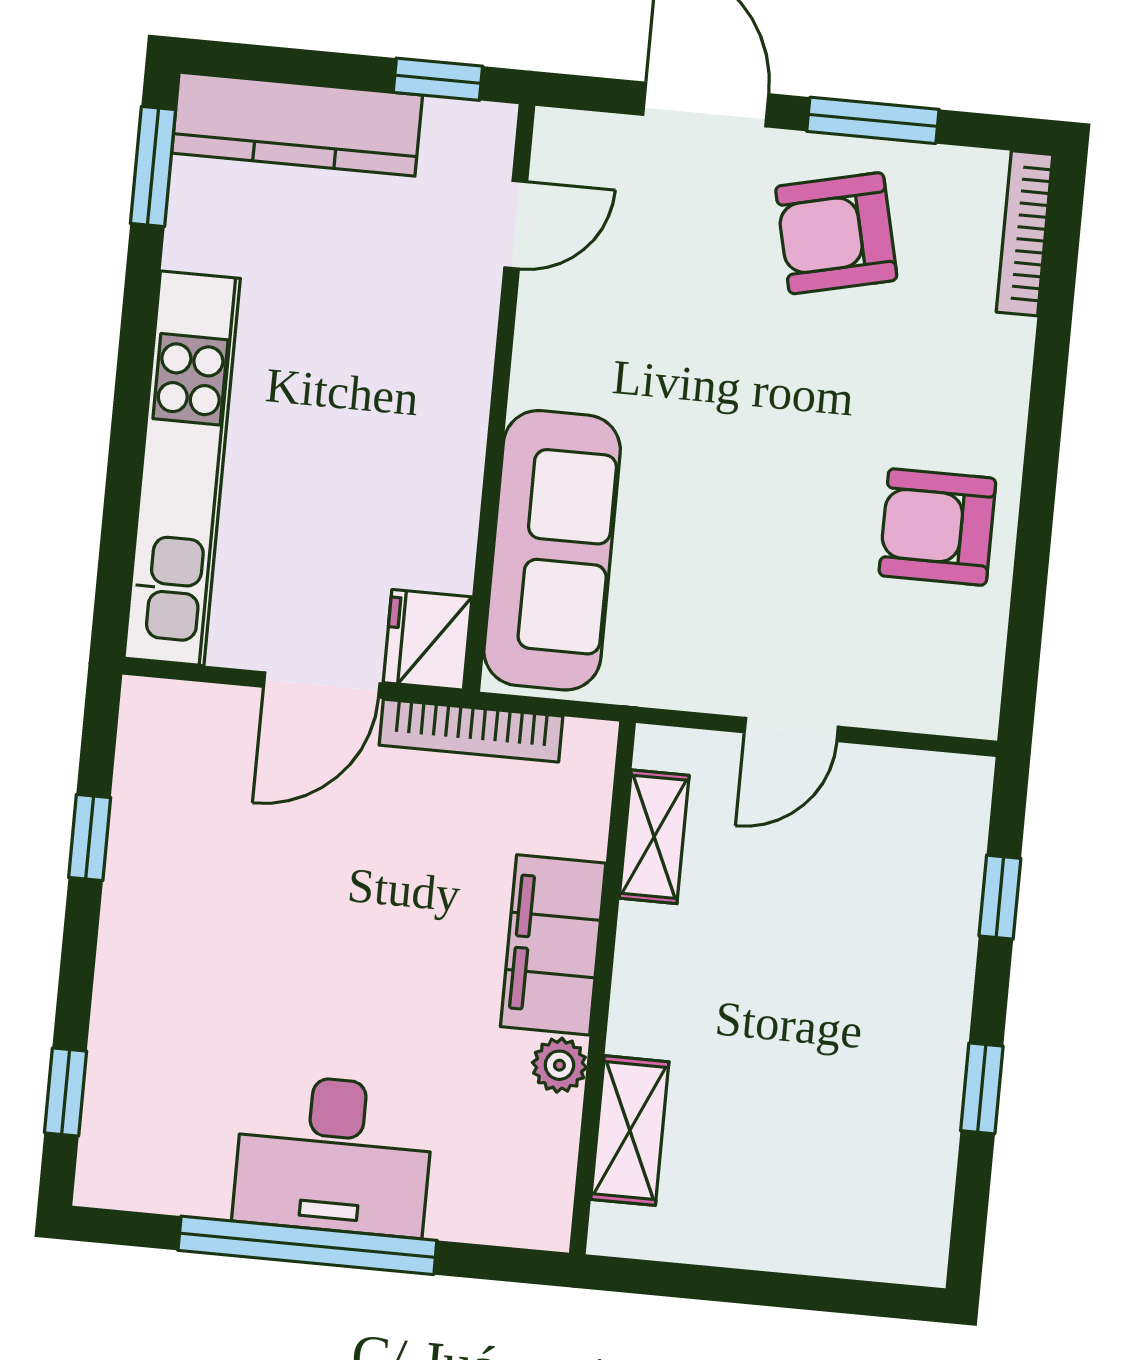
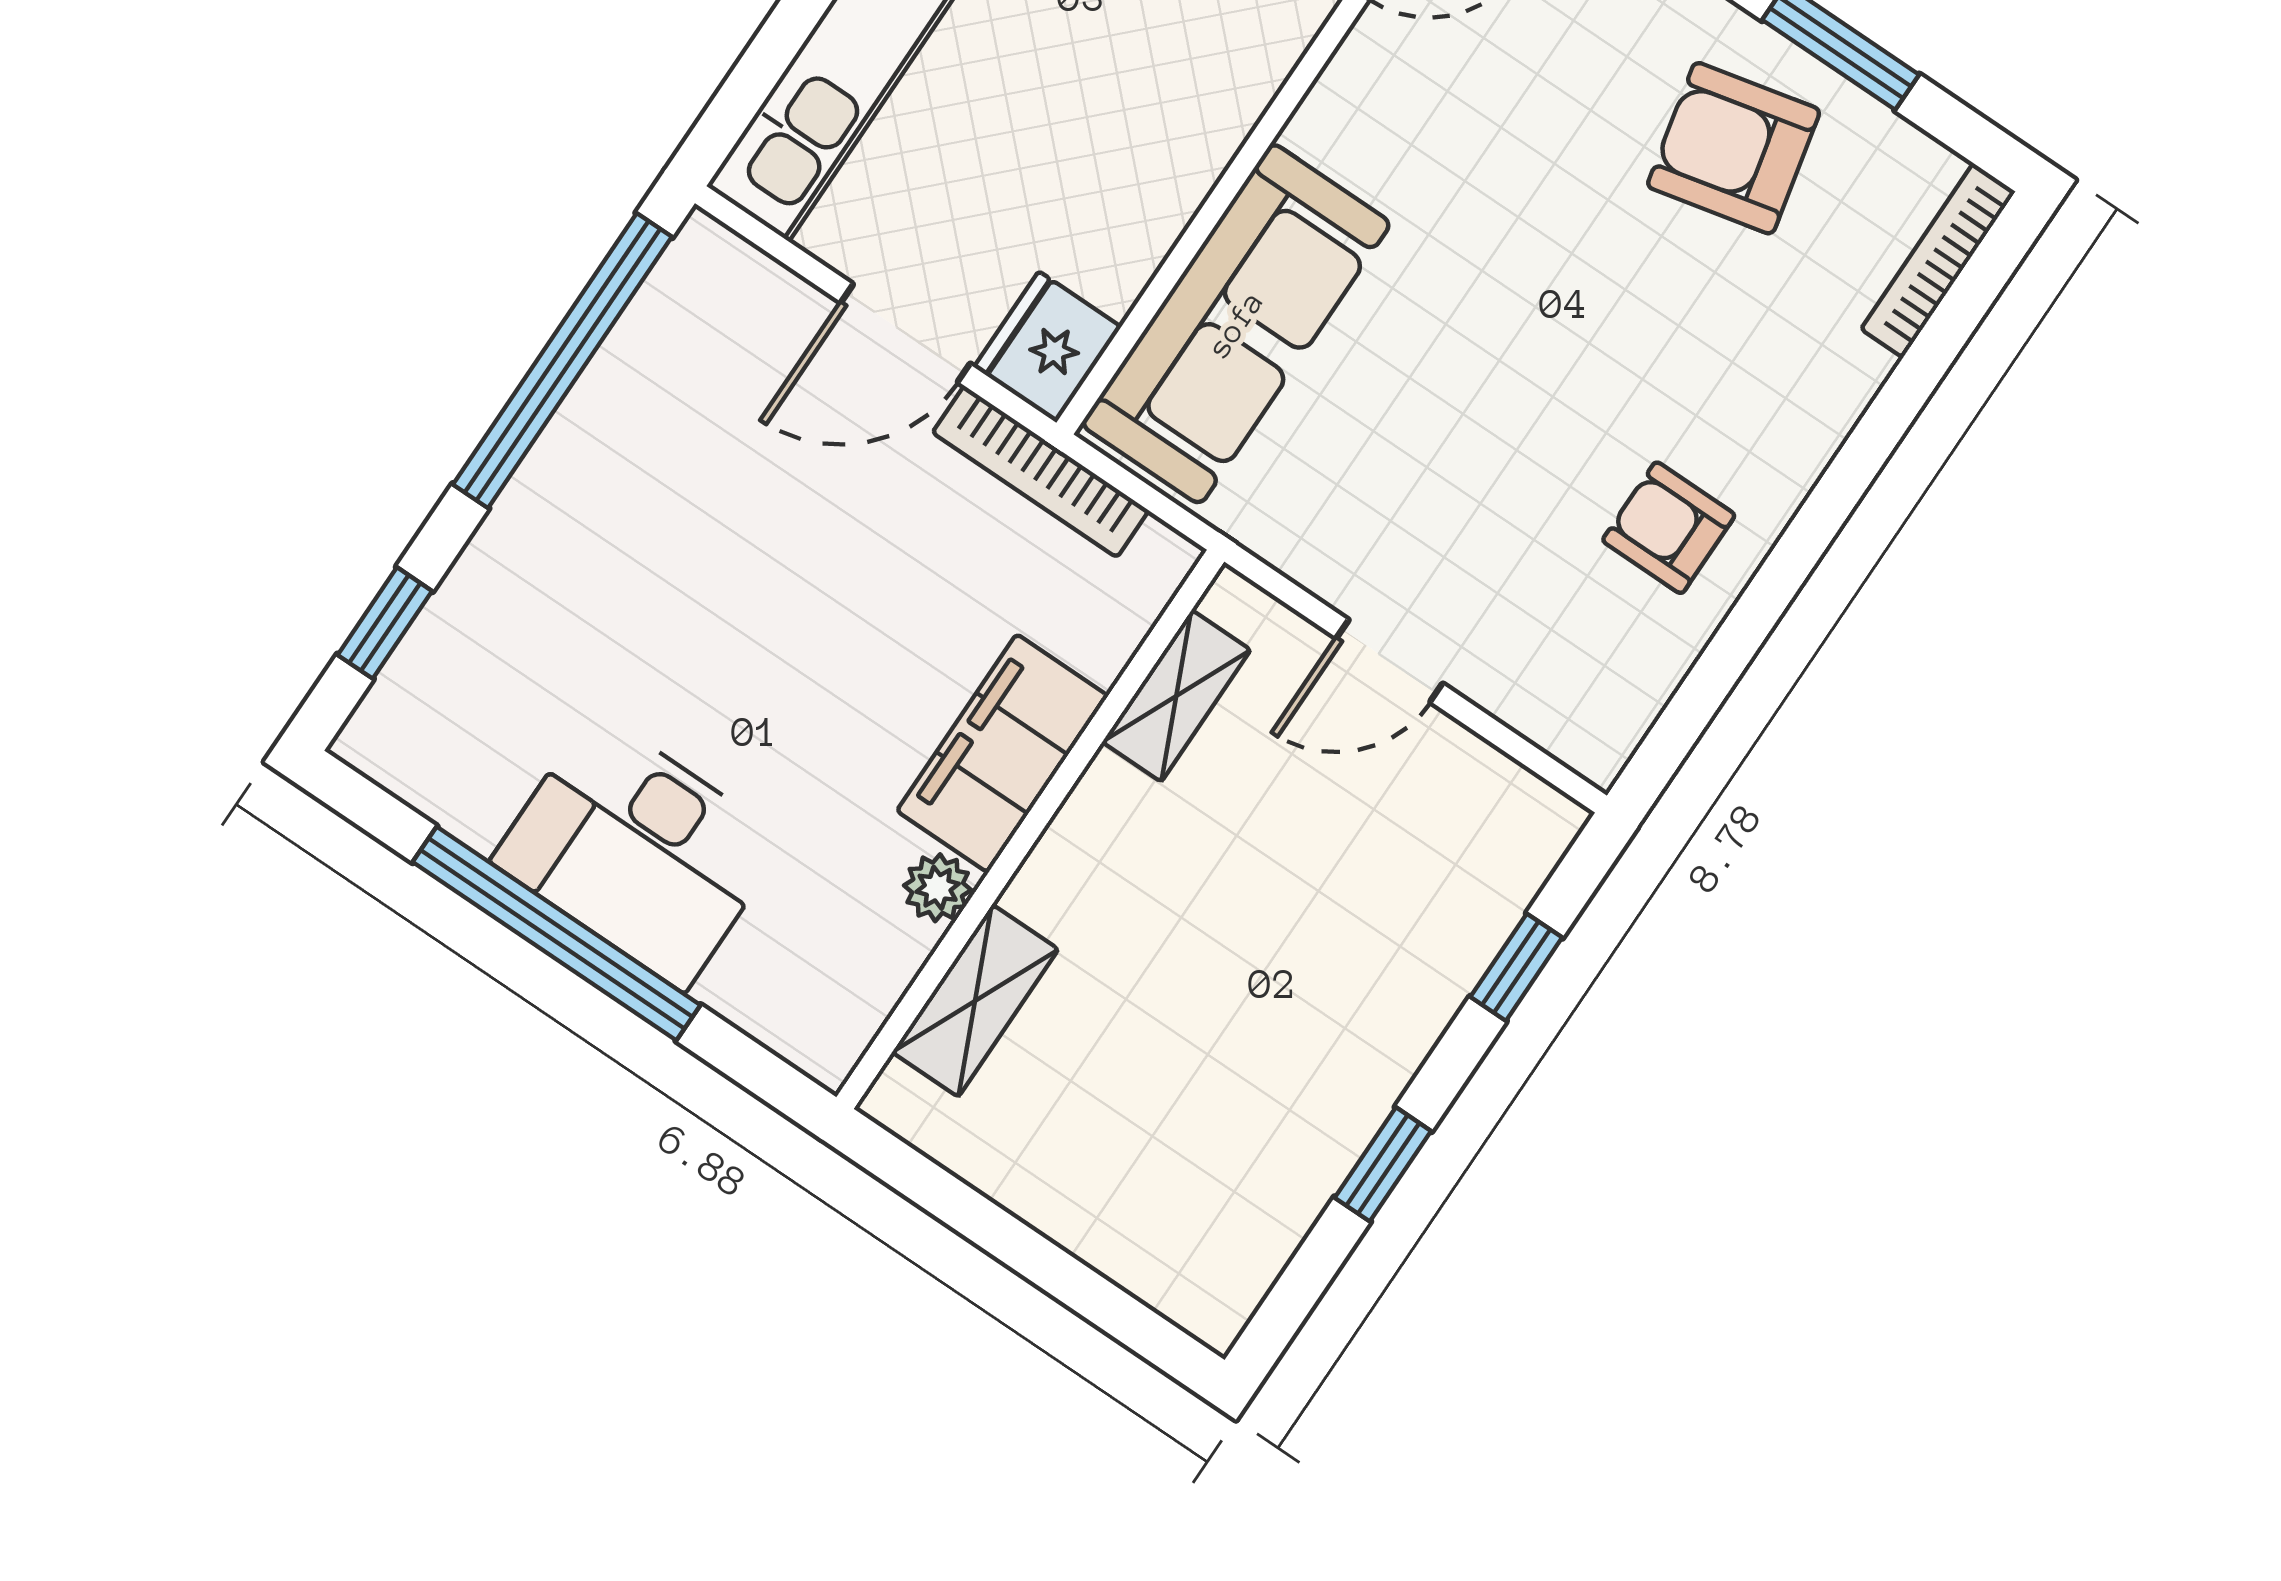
armchair: (937, 527) -> (1669, 528), width x0.72, depth x0.72
window: (90, 837) -> (562, 361), width x3.17

